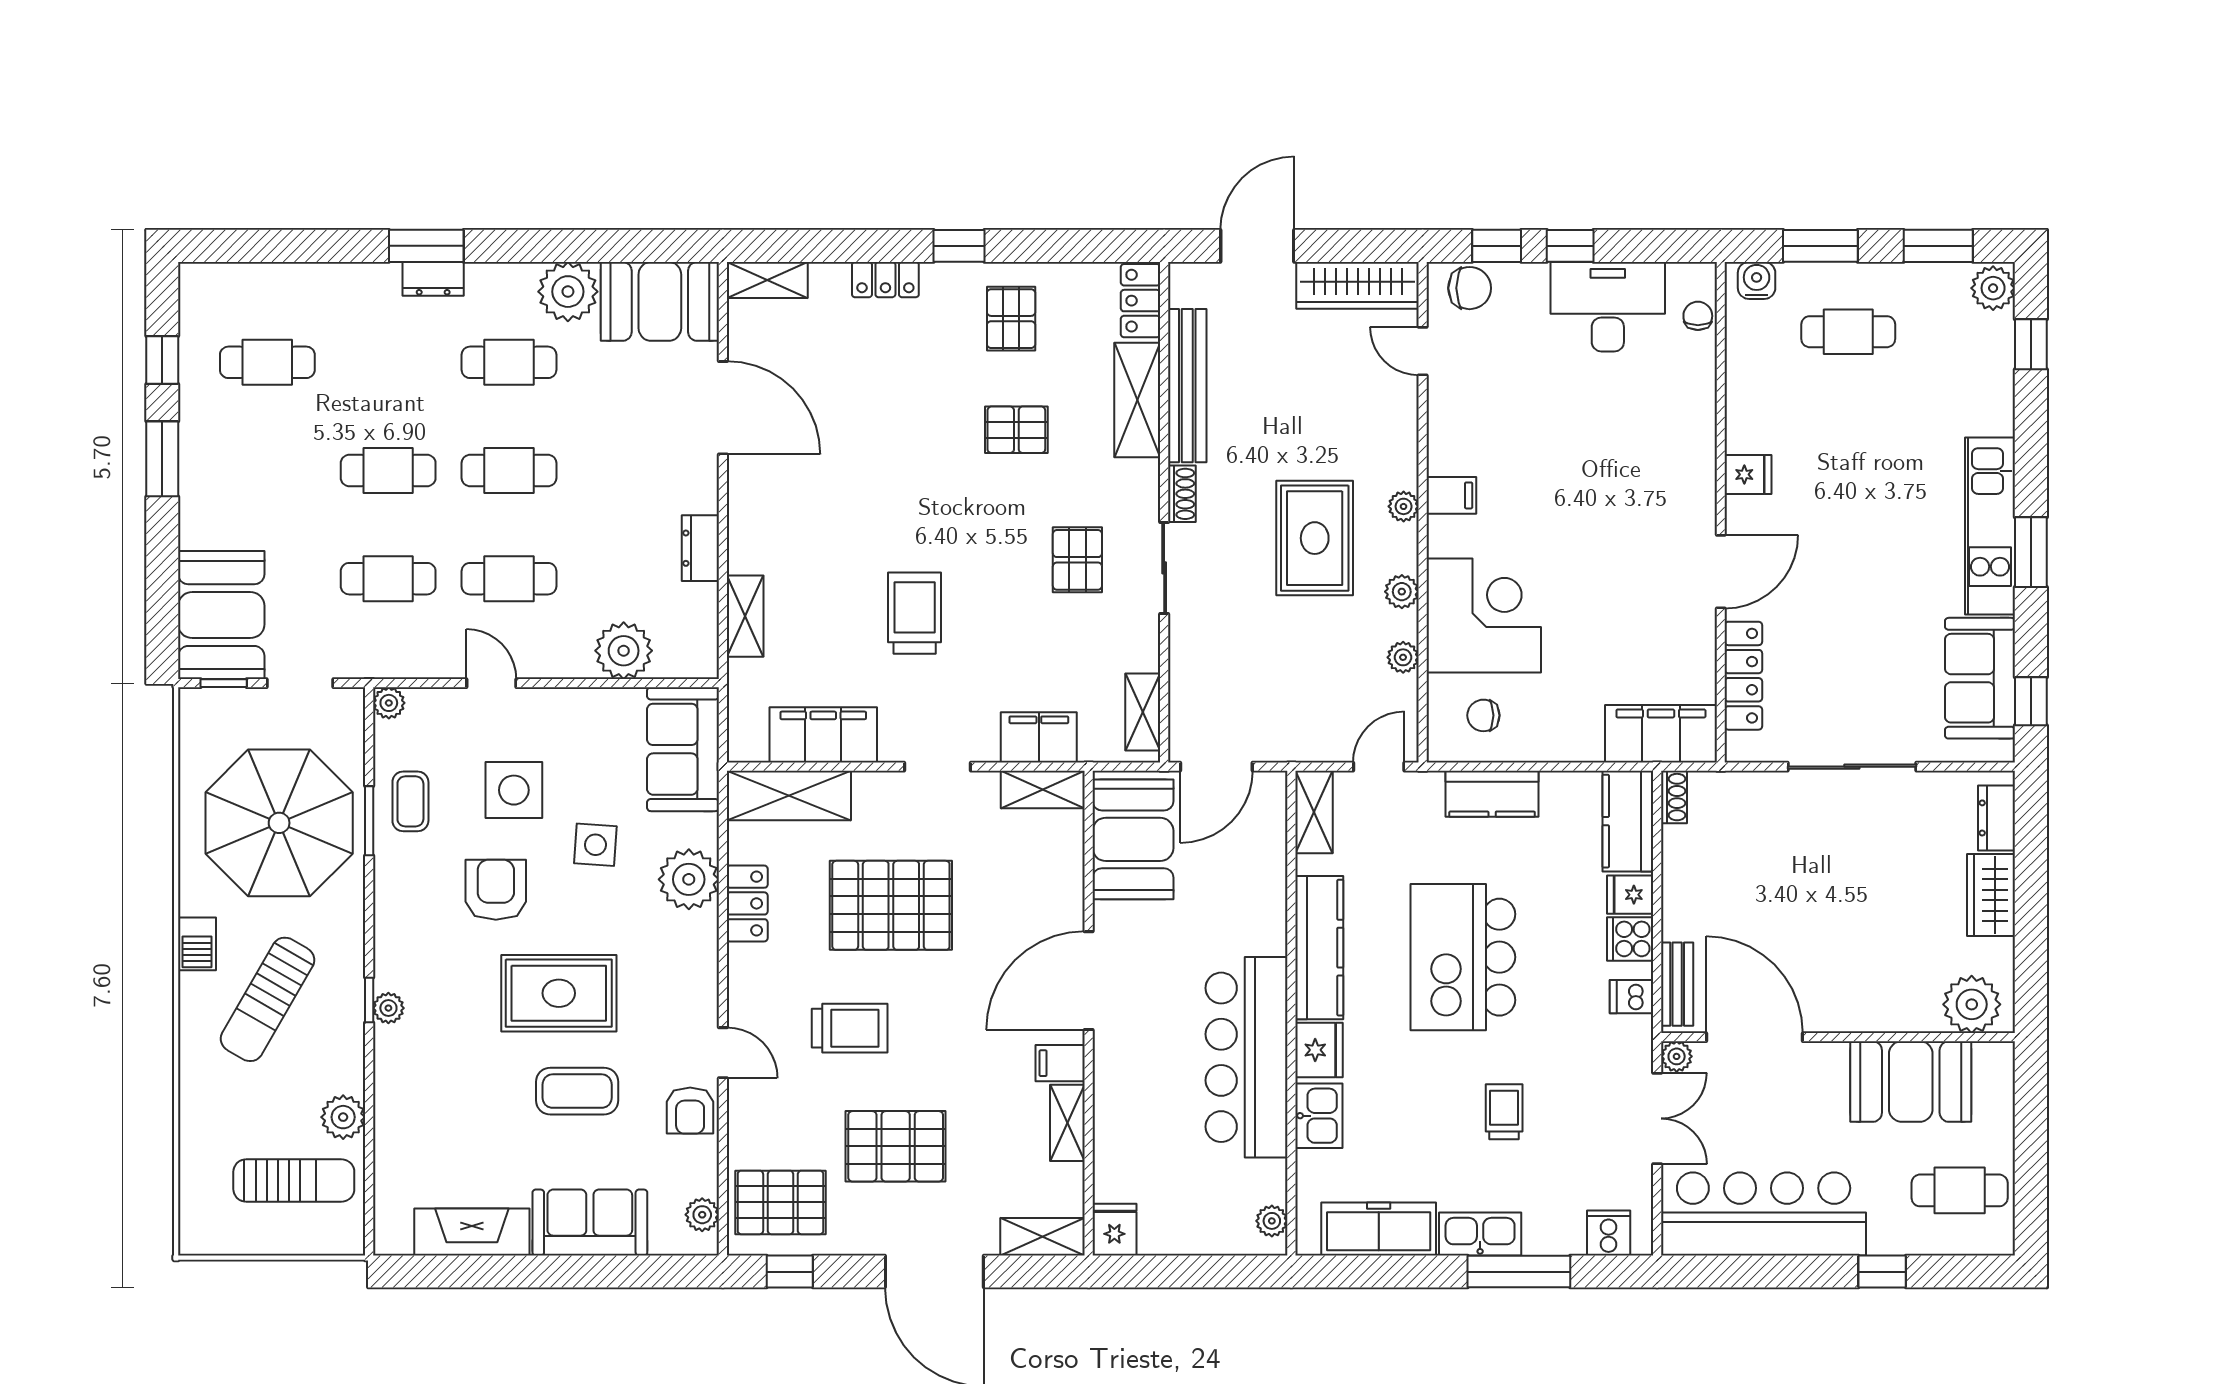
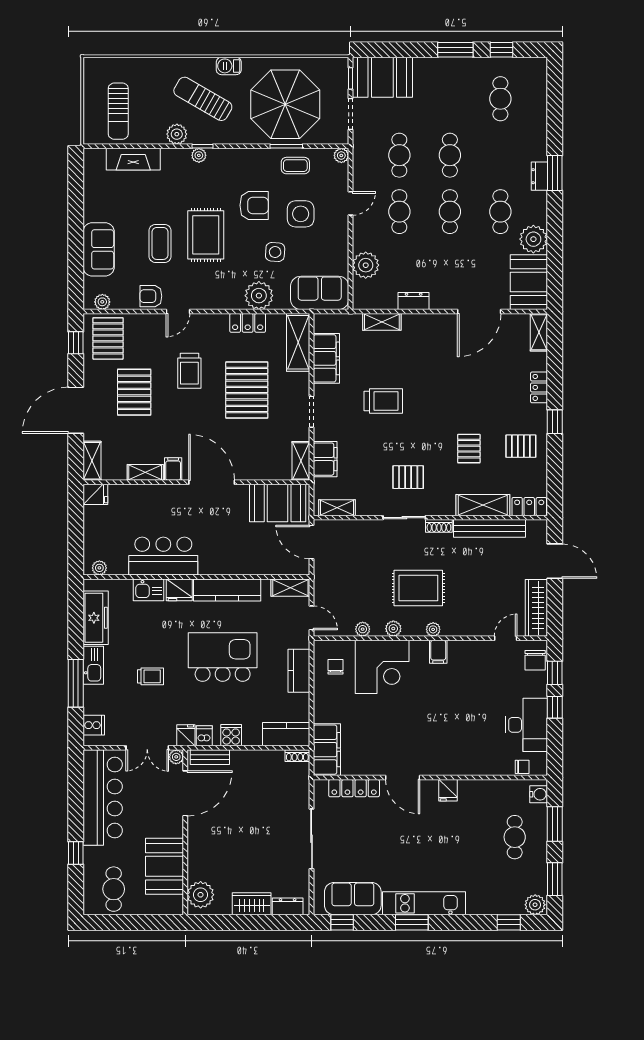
fridge: (1630, 895) -> (186, 735), moved
bar counter: (1247, 1057) -> (163, 556), width x0.73
plant: (343, 1117) -> (177, 134), moved
fireplace: (472, 1232) -> (133, 159), moved, turned 90

